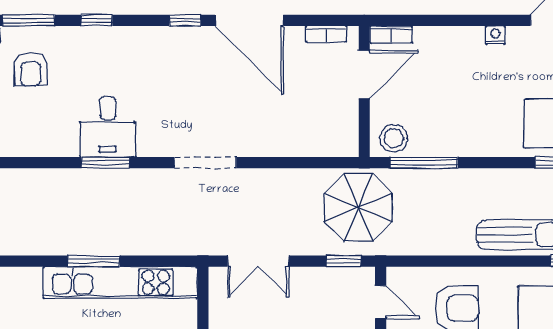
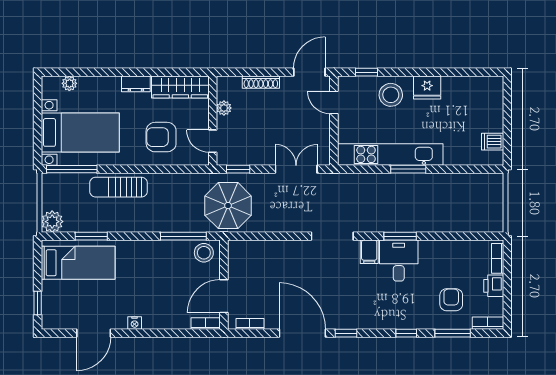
filing cabinet: (151, 140) -> (369, 252), added

